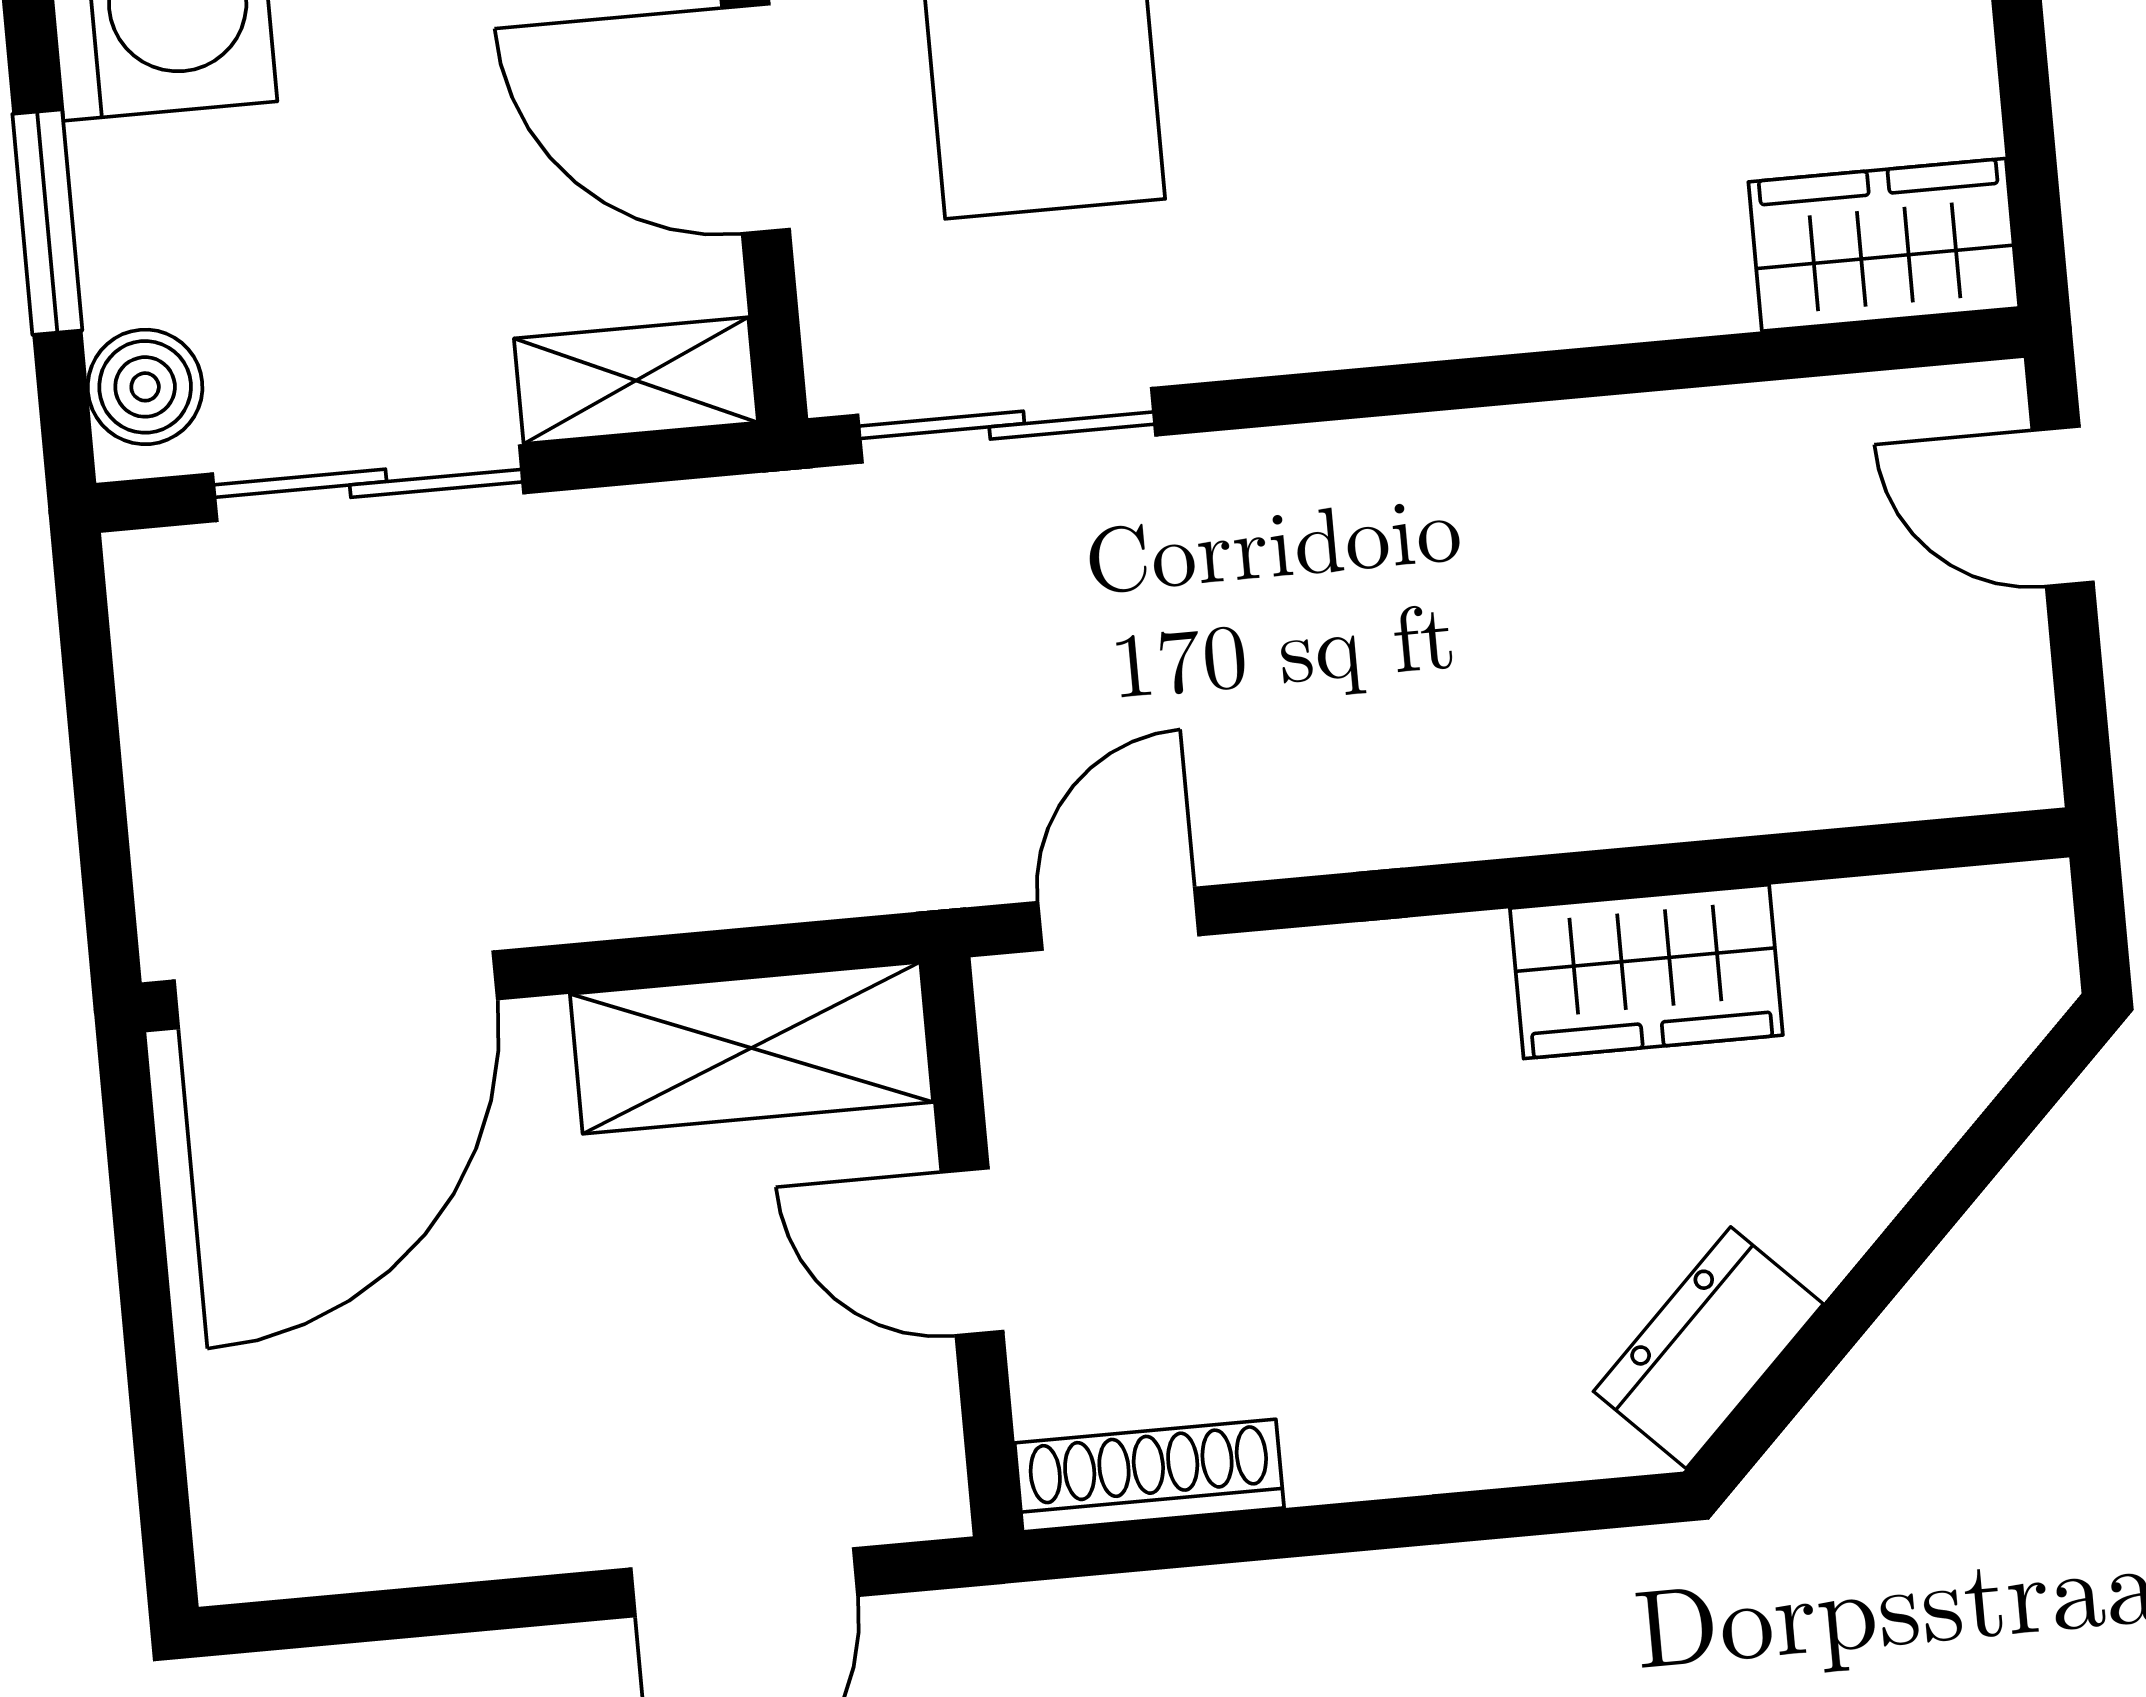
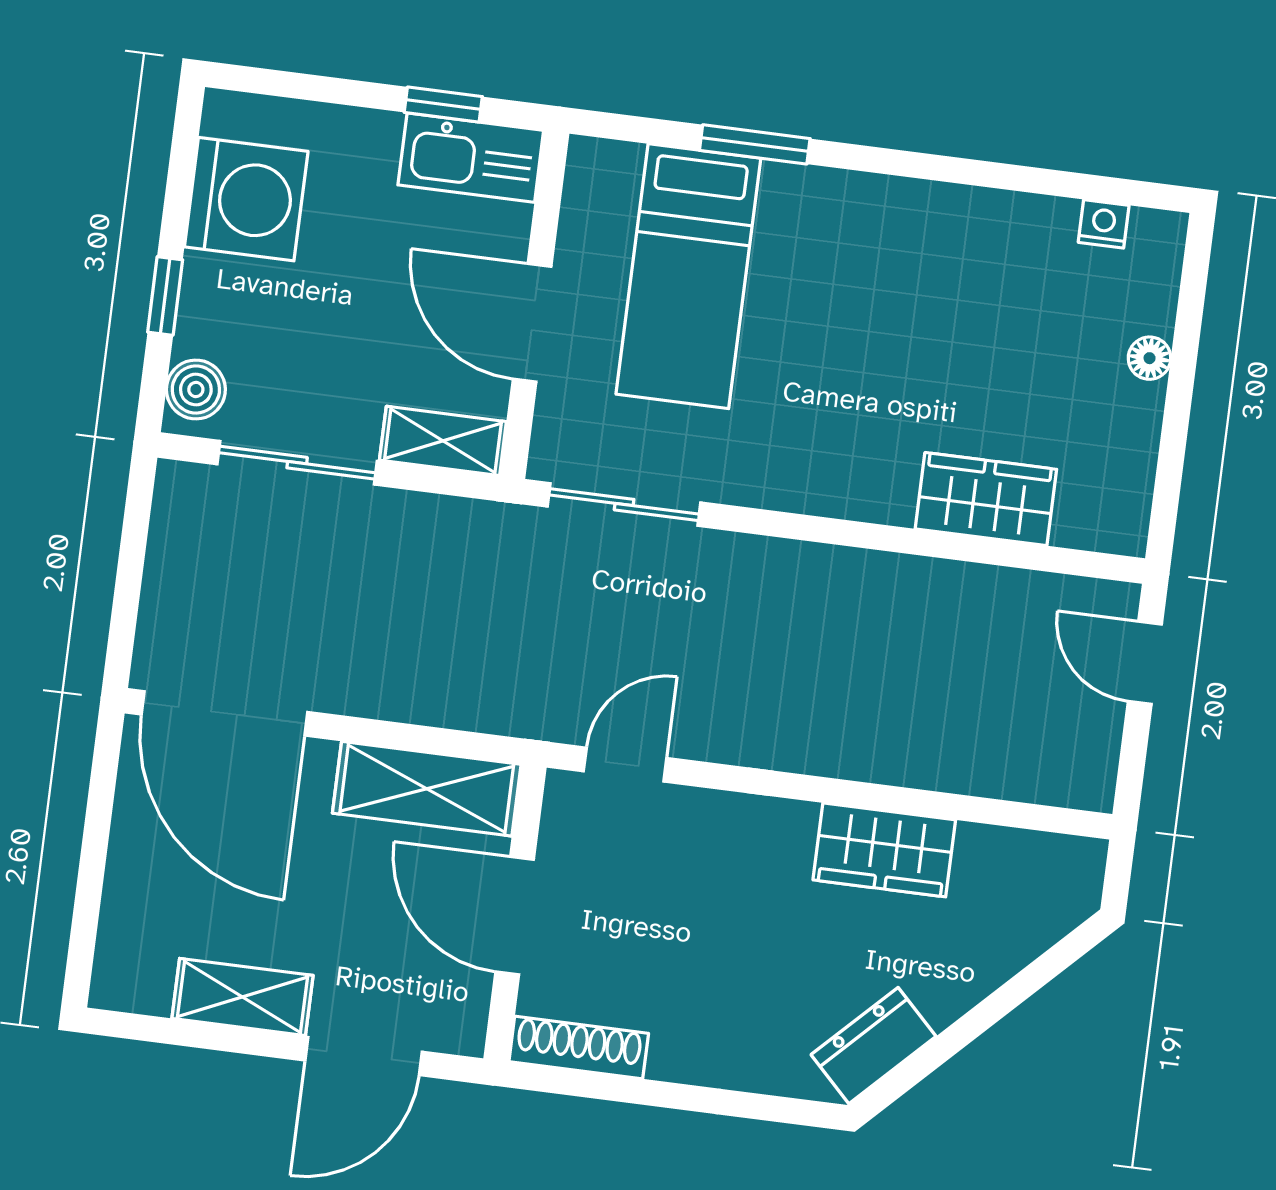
window: (47, 222) -> (165, 296), width x0.67
wardrobe: (1884, 245) -> (986, 499), moved
door: (336, 990) -> (224, 713), hinge flipped
door: (972, 1252) -> (515, 916), width x1.38
shelving: (489, 1521) -> (242, 997), added

